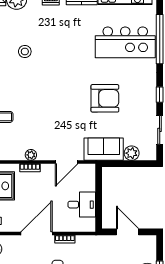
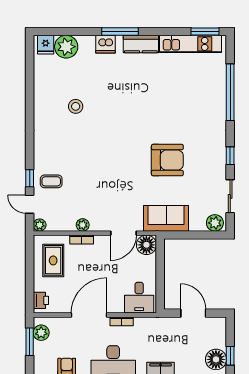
kitchen island: (125, 42) -> (191, 96), removed
plant: (132, 153) -> (215, 223), moved
floor lamp: (87, 172) -> (146, 245), added
desk: (82, 205) -> (139, 298), moved, turned 90

